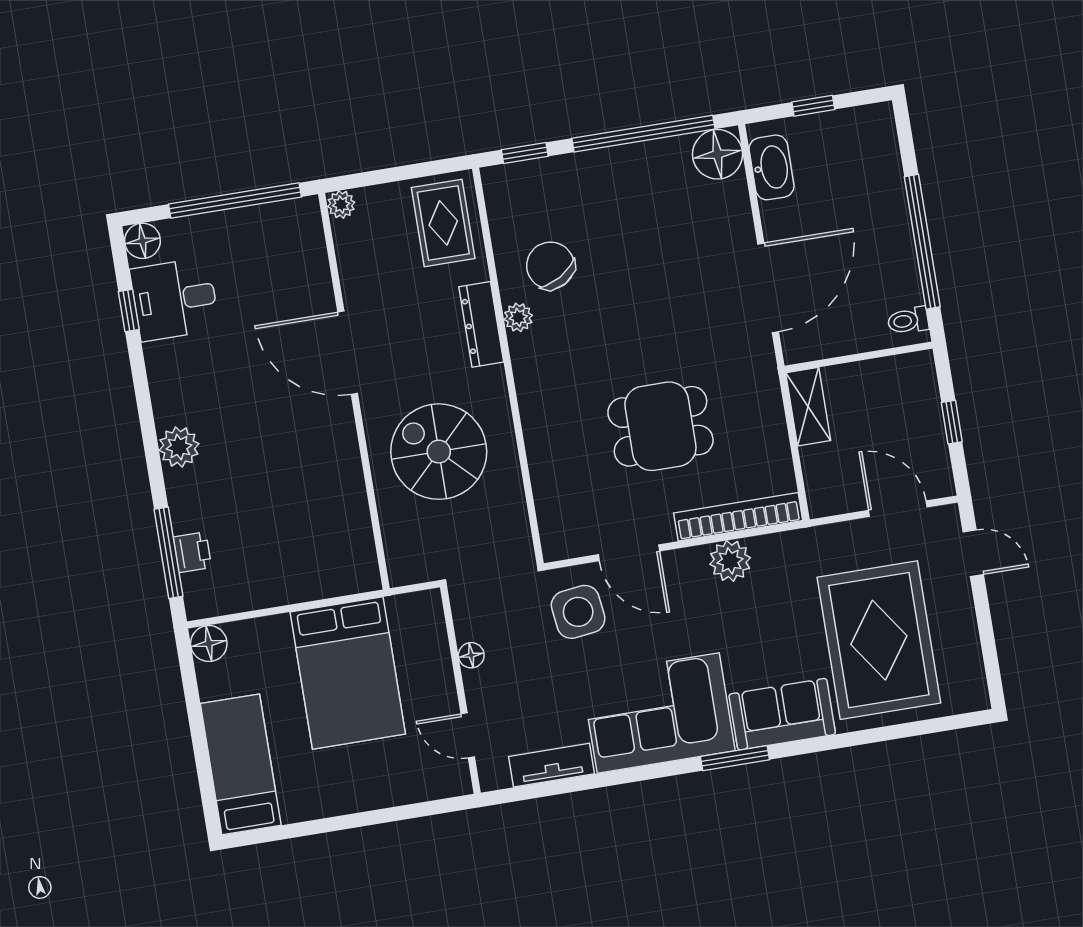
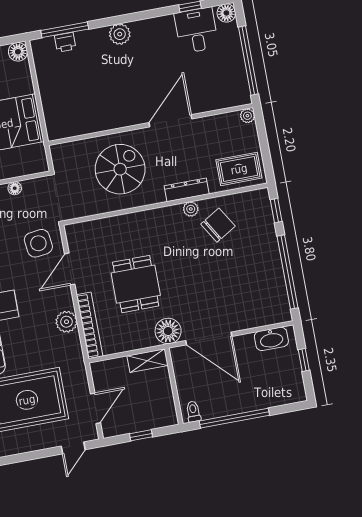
floor lamp: (717, 154) -> (168, 331), moved

